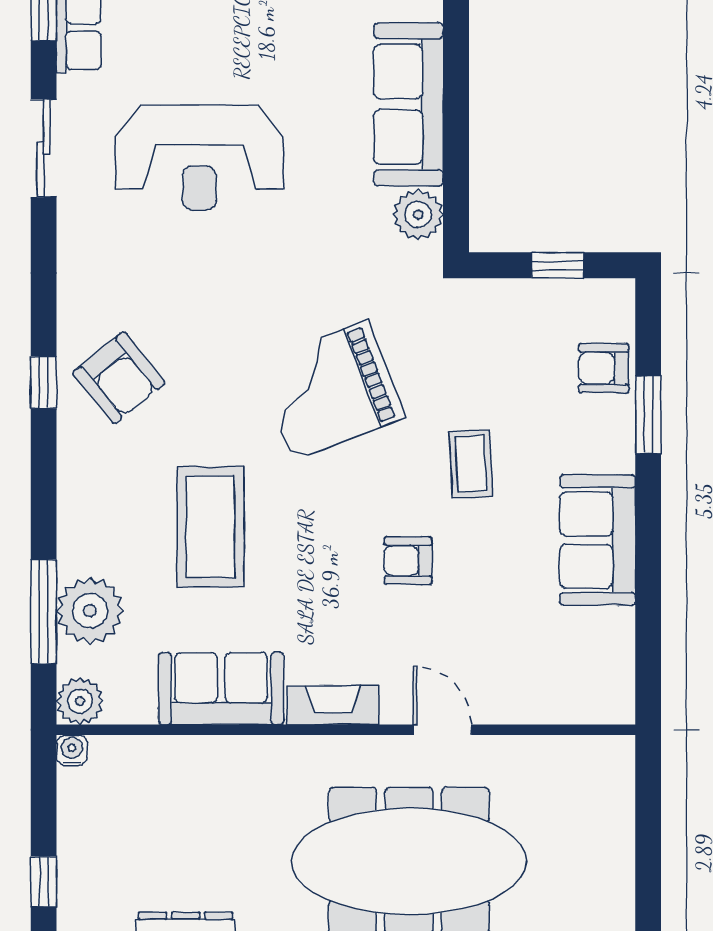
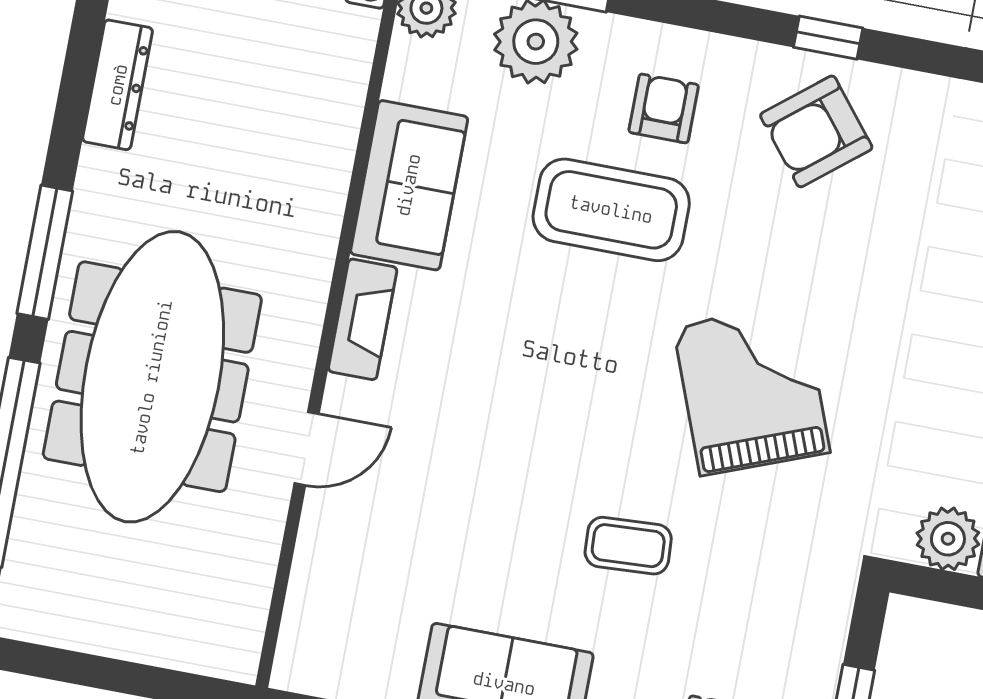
armchair: (408, 561) -> (664, 108), moved

